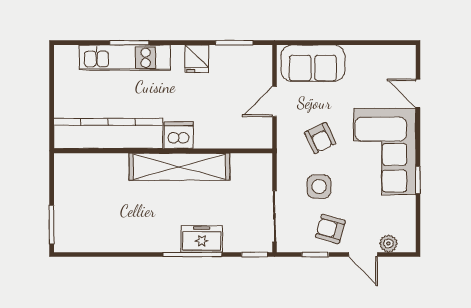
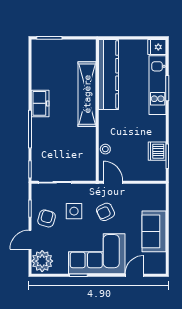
fridge: (197, 59) -> (157, 47), moved
sofa: (313, 63) -> (154, 231), moved
door: (275, 102) -> (113, 182), moved
dishwasher: (179, 135) -> (157, 151), moved, turned 180
stool: (223, 138) -> (105, 149), added
shelving: (179, 167) -> (87, 94), moved
freezer: (202, 239) -> (40, 103), moved
plant: (388, 243) -> (42, 261), width x1.87, depth x1.87

